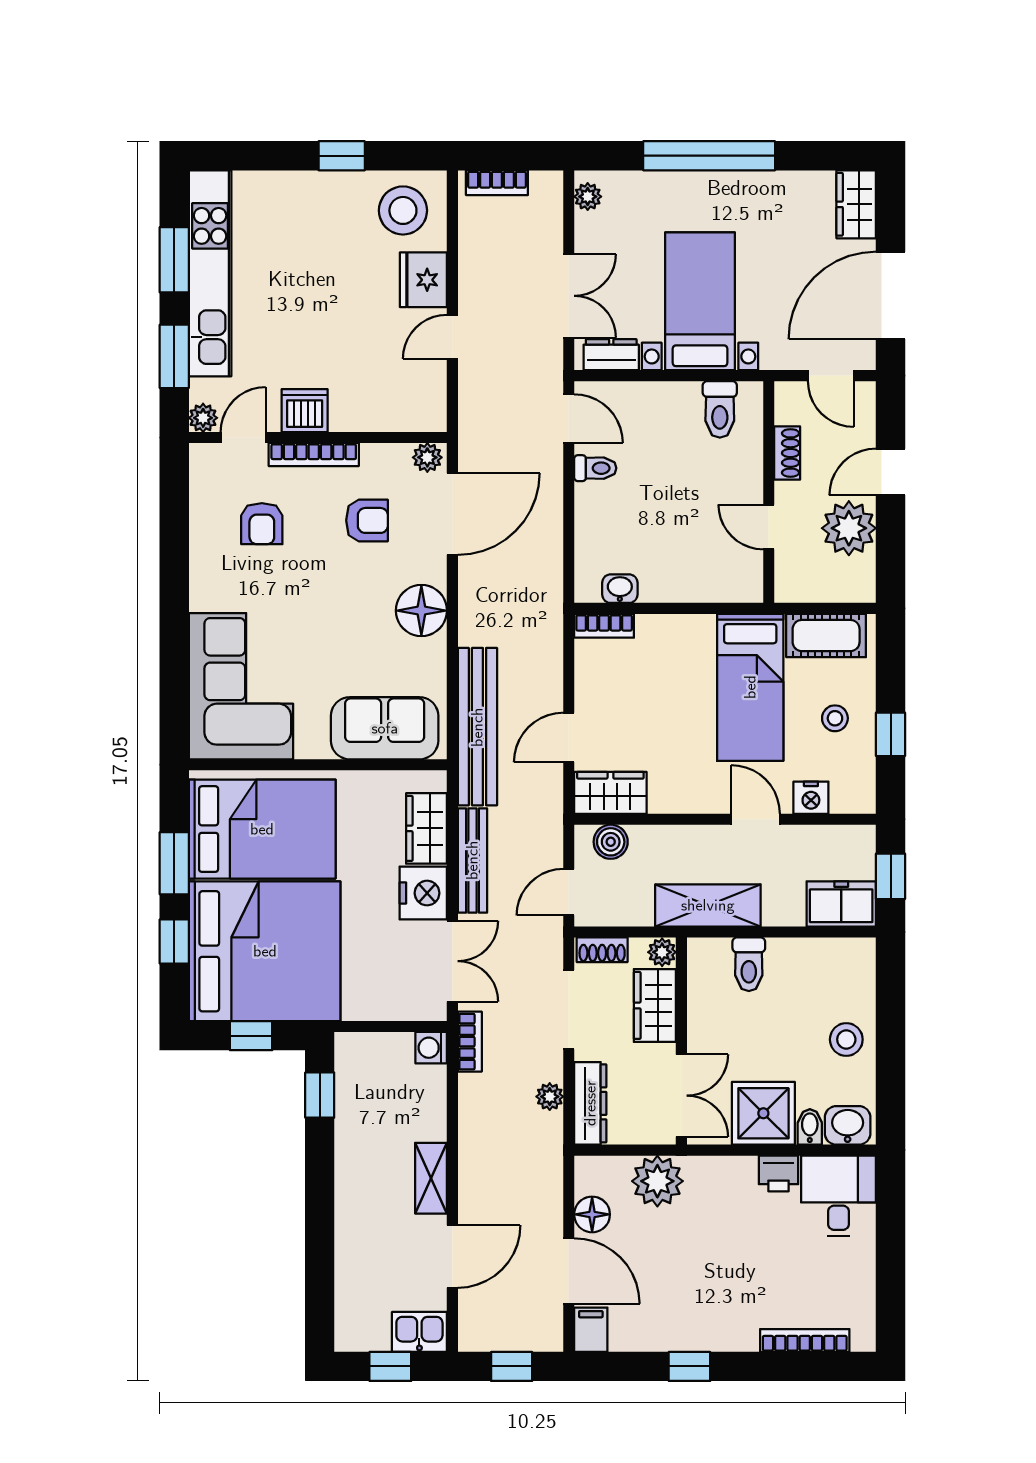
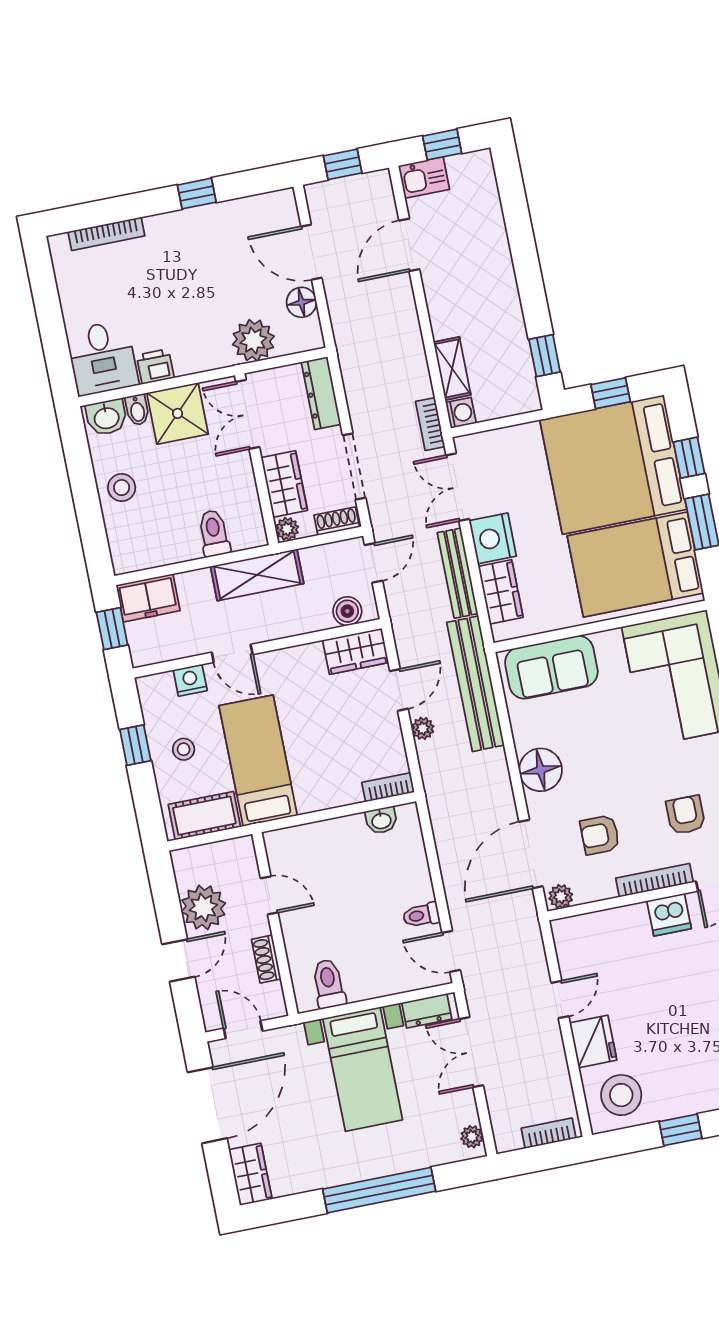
plant: (550, 1097) -> (423, 728), moved
shelving: (431, 1178) -> (452, 368), moved
filing cabinet: (591, 1330) -> (284, 208), removed

